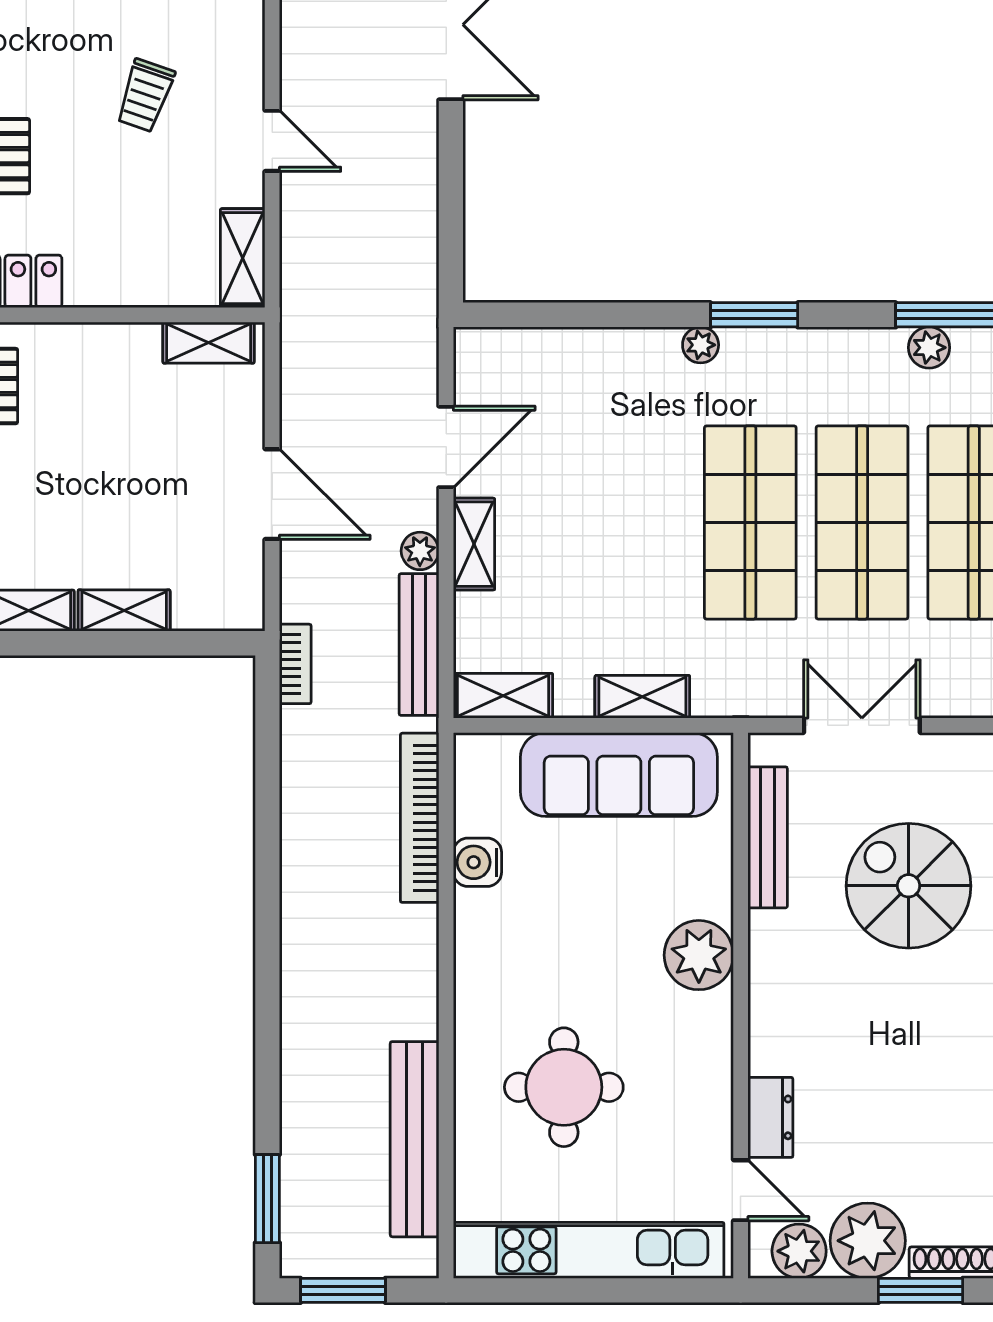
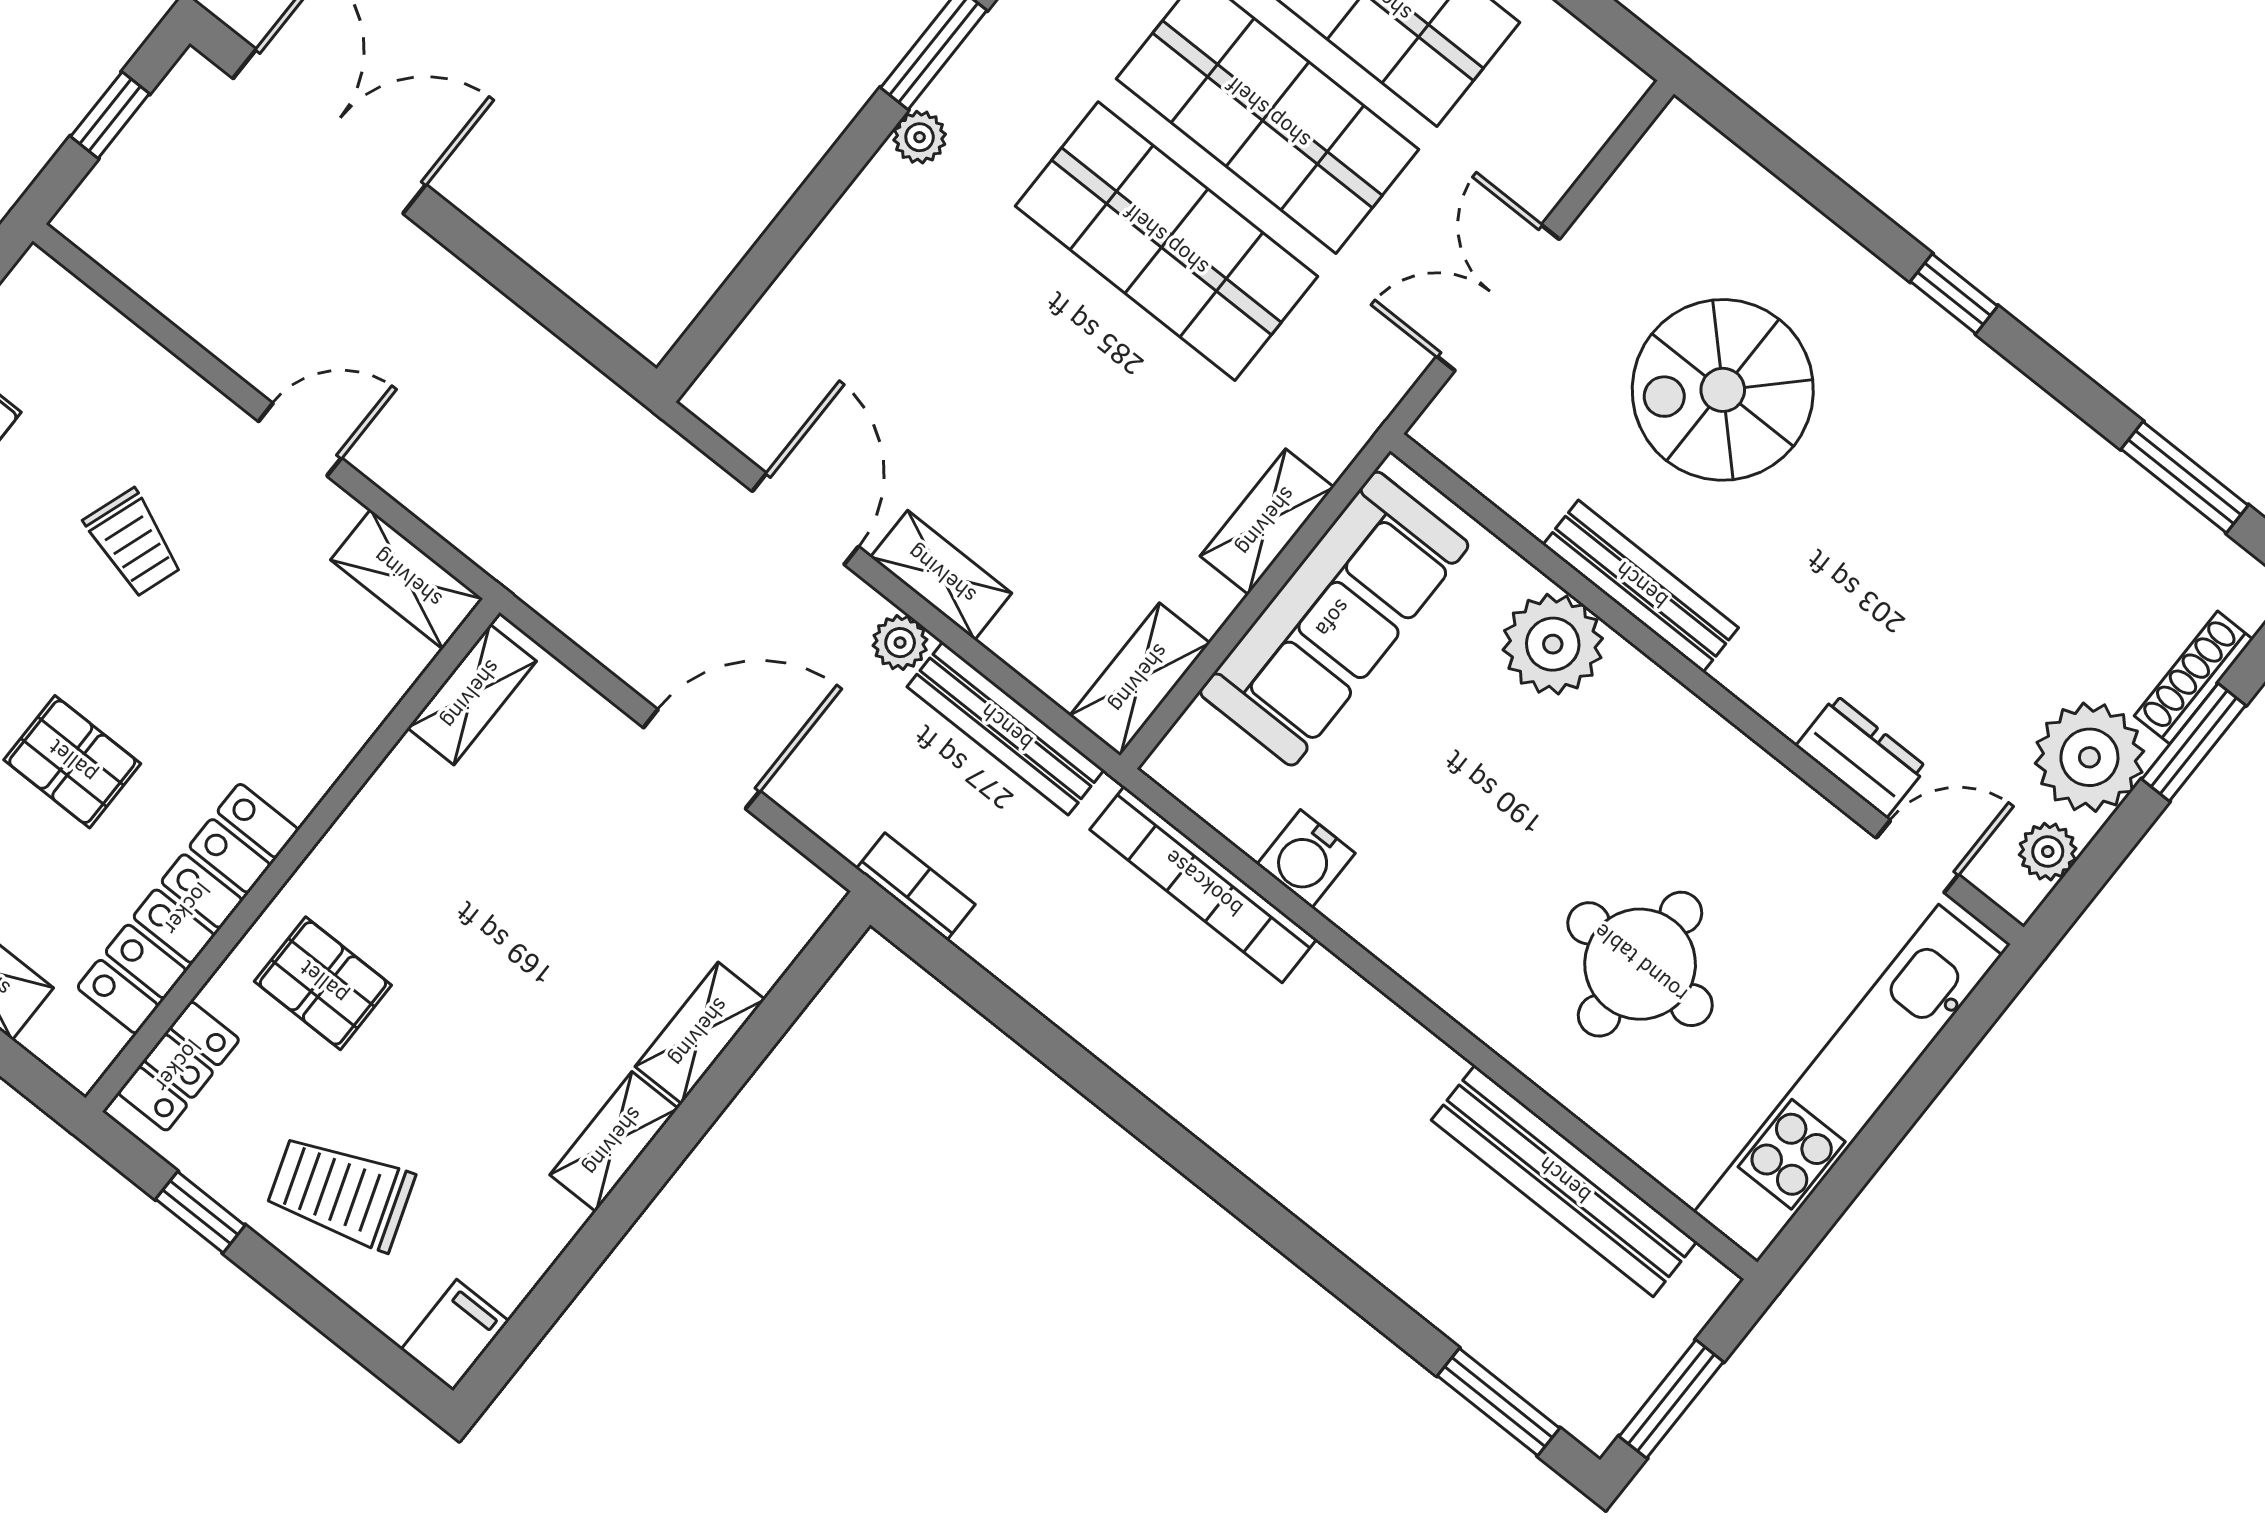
bench: (768, 837) -> (1641, 586), moved
plant: (699, 955) -> (1553, 644), moved
plant: (799, 1251) -> (2048, 852), width x0.73, depth x0.73

